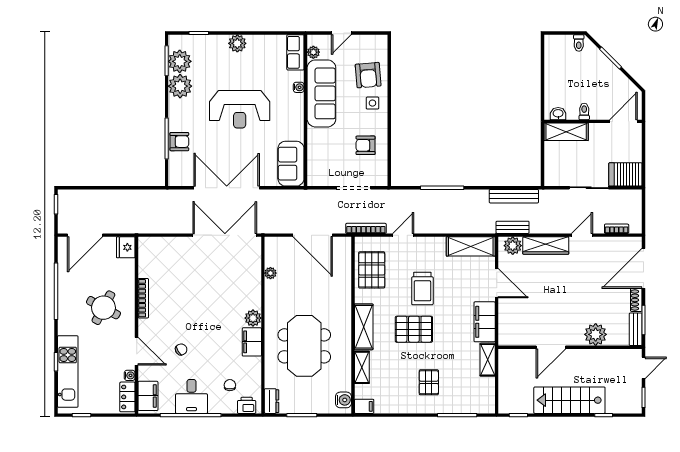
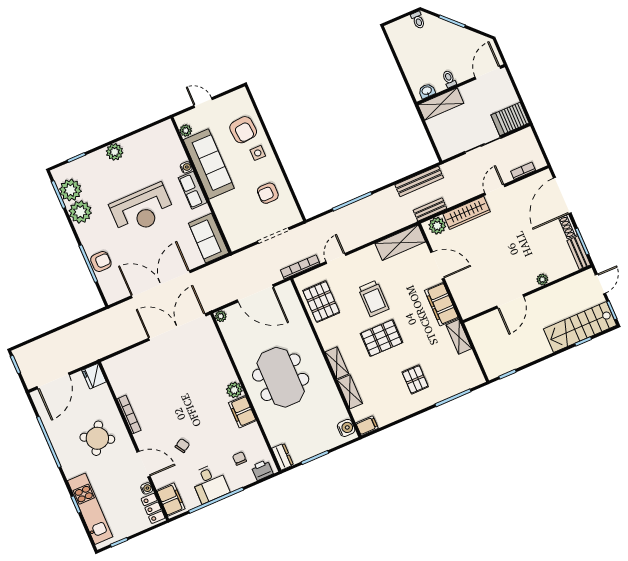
door: (341, 33) -> (203, 103), swing flipped
row of seats: (295, 52) -> (193, 190), moved
plant: (270, 273) -> (221, 316), moved
shelving: (364, 327) -> (337, 363), width x0.67, depth x0.75
plant: (596, 334) -> (542, 279), width x0.53, depth x0.53
meeting table: (304, 346) -> (281, 377), moved
stairs: (569, 400) -> (580, 327), moved

